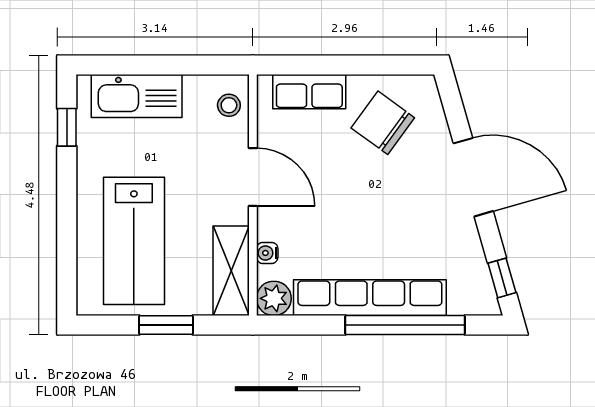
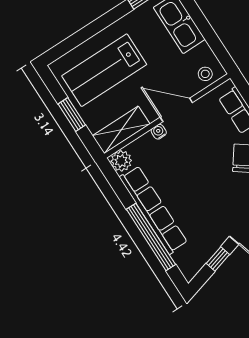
door: (253, 177) -> (176, 110), swing flipped
water cooler: (267, 253) -> (159, 132), moved
window: (502, 278) -> (218, 259), moved

